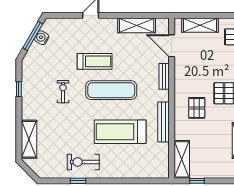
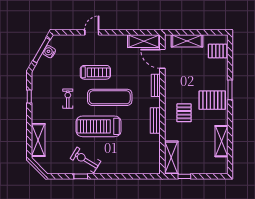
shelving: (137, 25) -> (144, 41), moved
bench: (164, 122) -> (155, 120), width x0.73
treadmill: (120, 132) -> (99, 126), moved
exercise bike: (83, 162) -> (85, 160), turned 31

